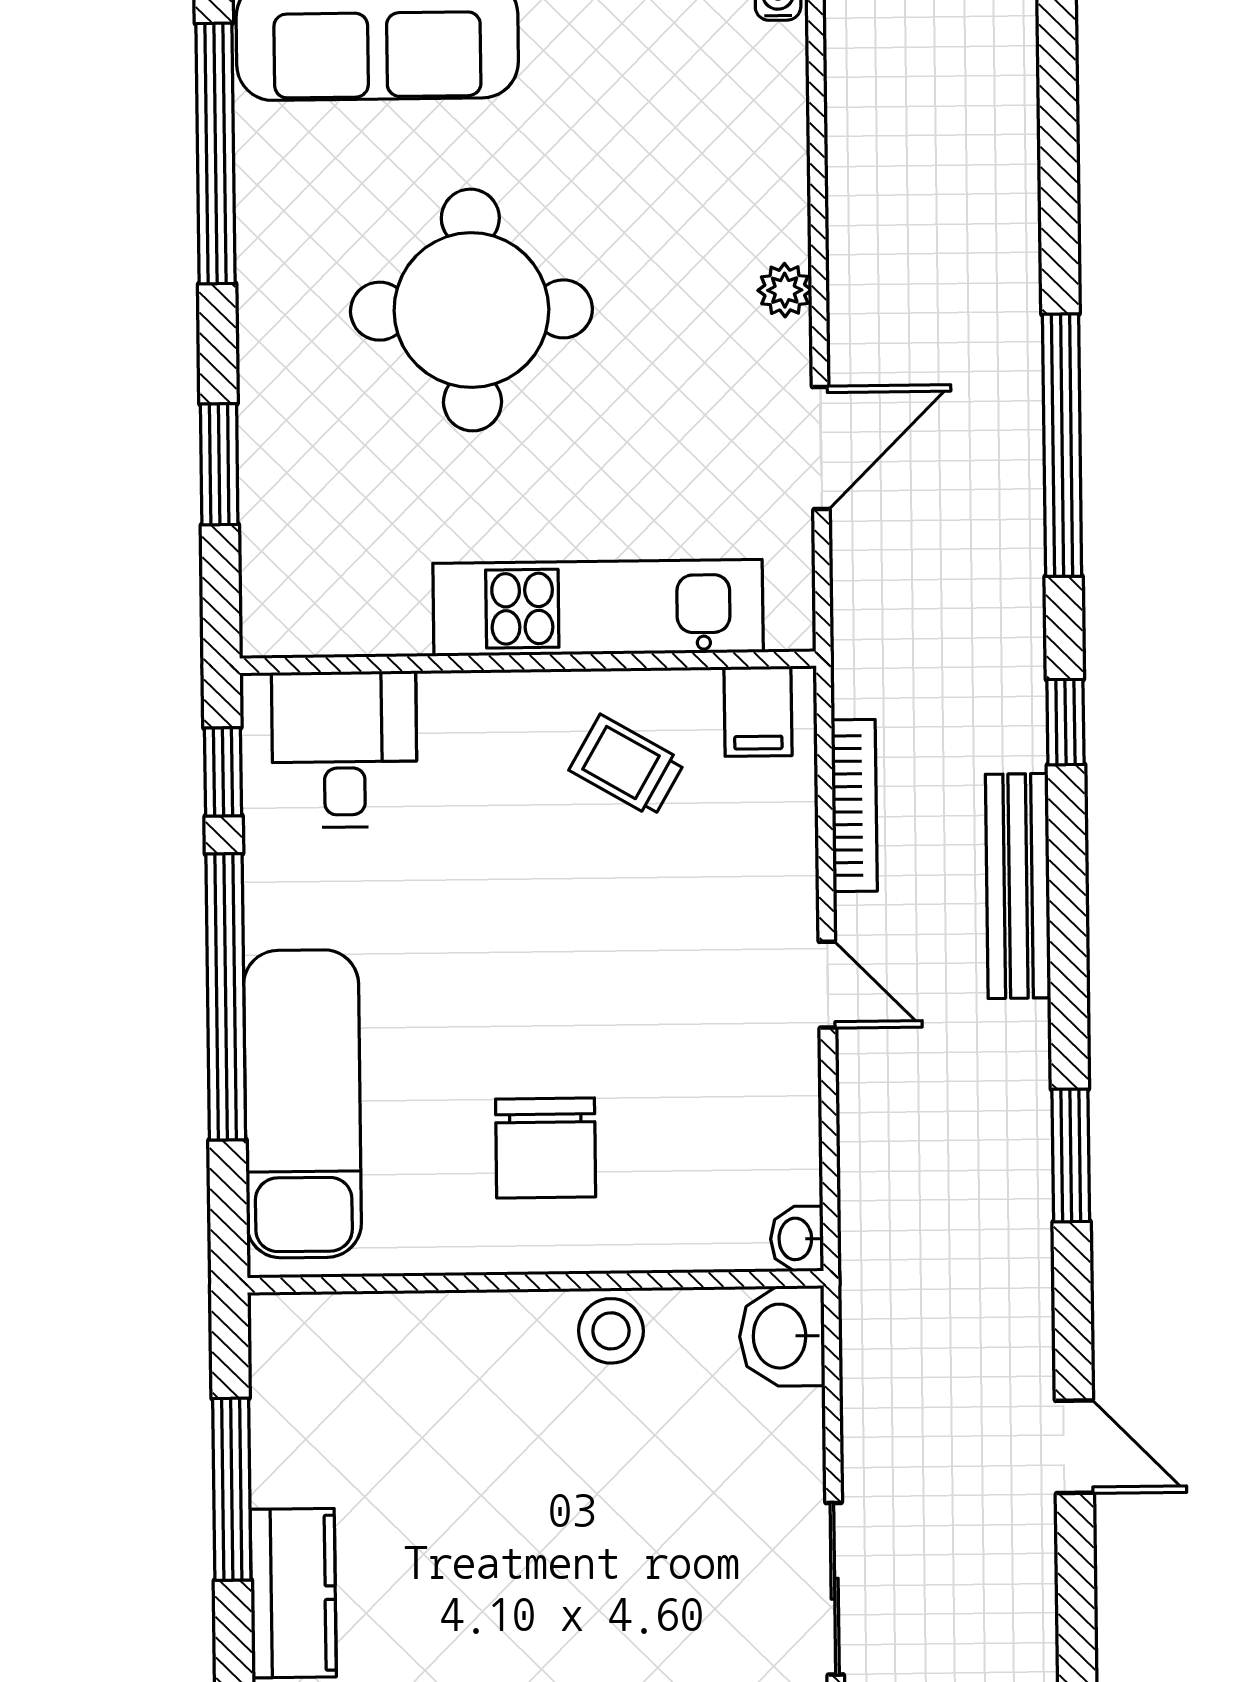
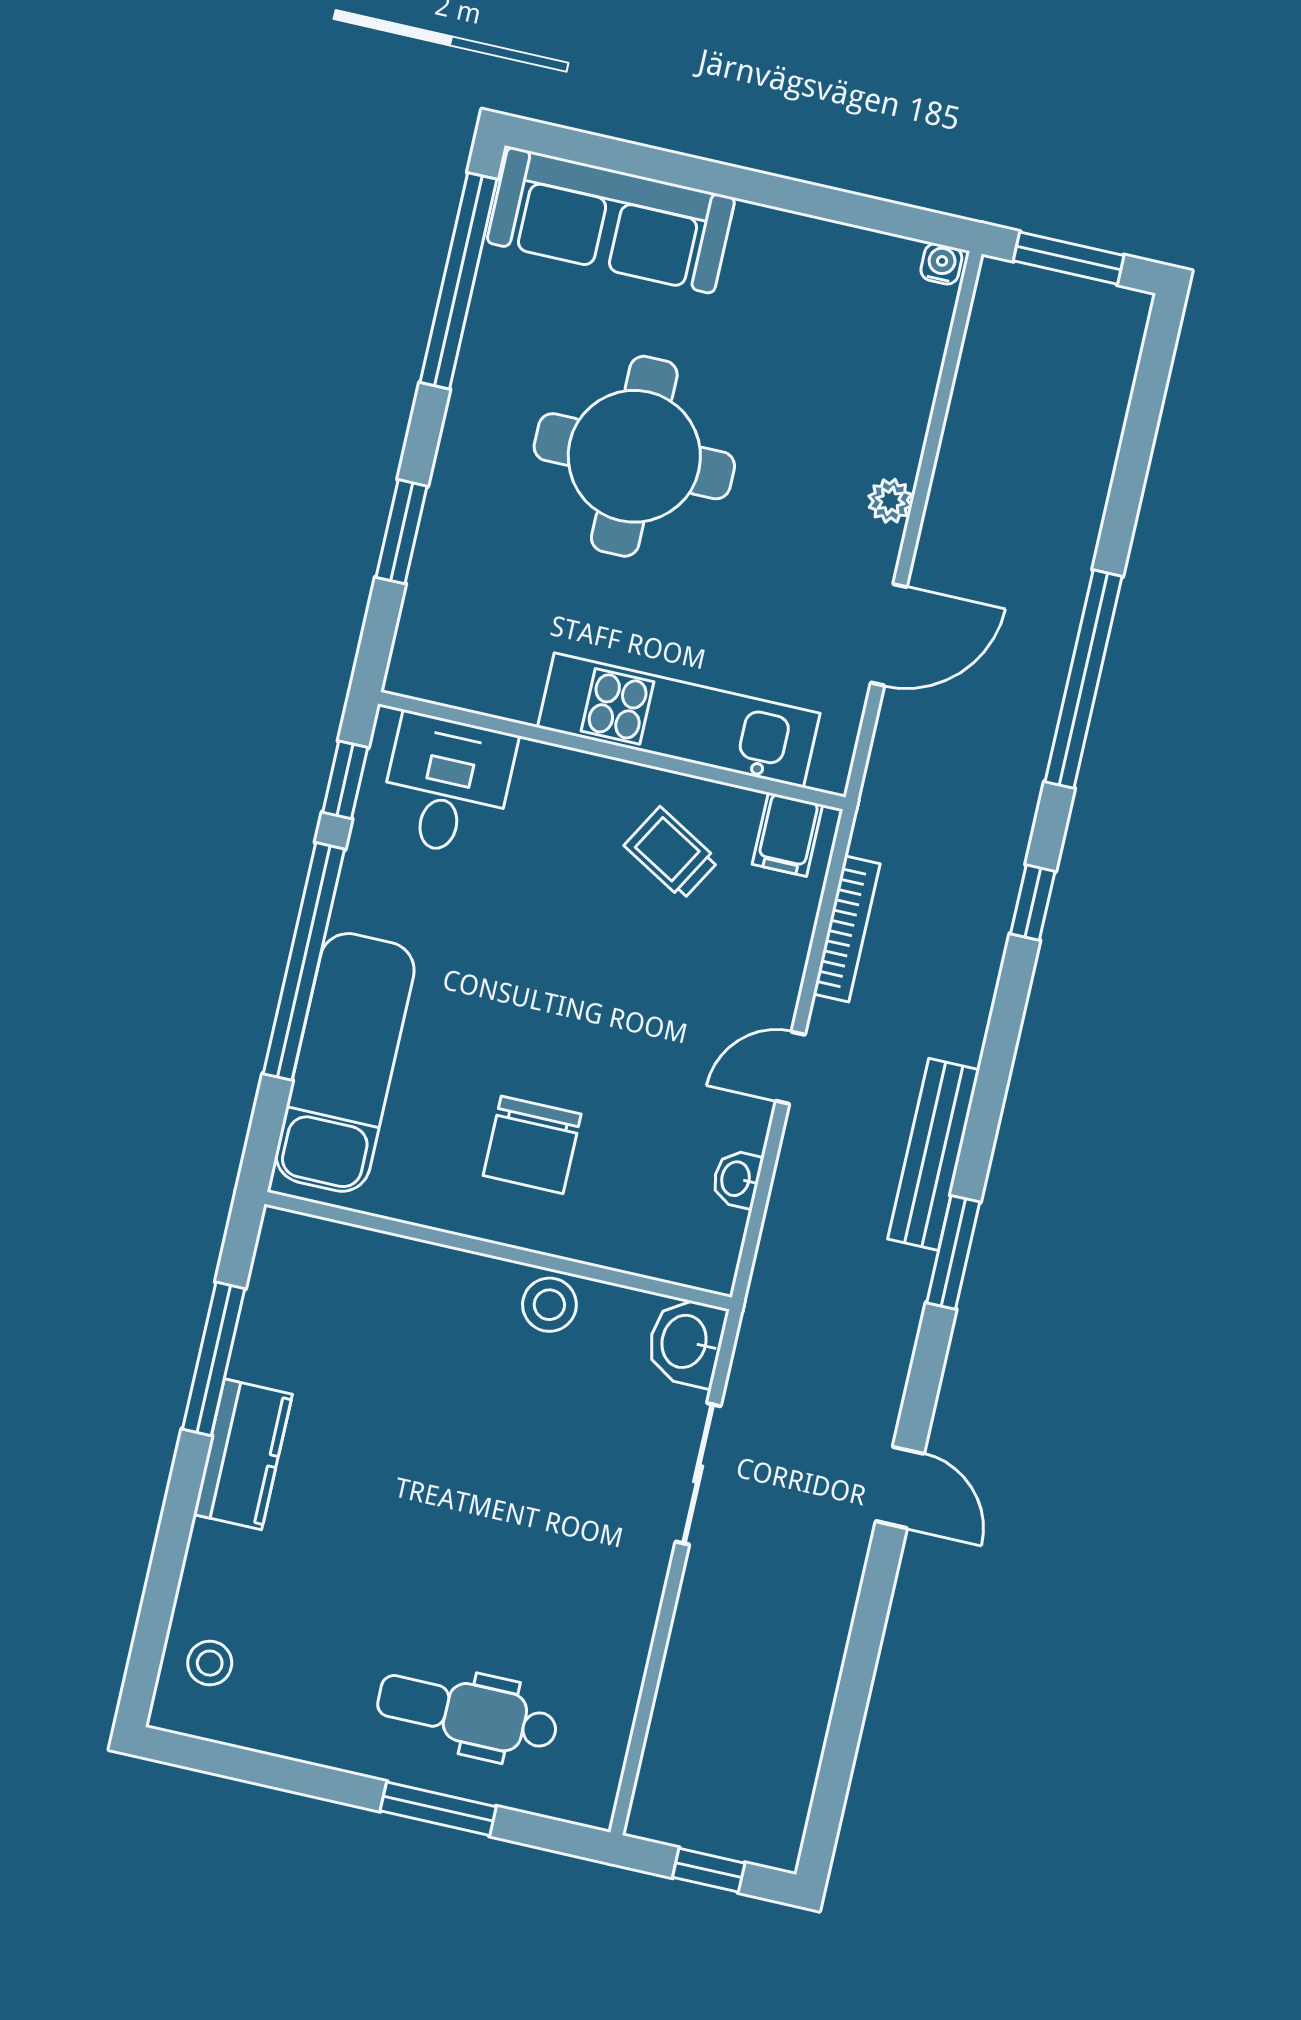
bench: (1018, 886) -> (934, 1154), moved
door: (827, 985) -> (790, 1068), swing flipped
washbasin: (797, 1239) -> (737, 1179), moved
sliding door: (835, 1589) -> (698, 1474), moved

